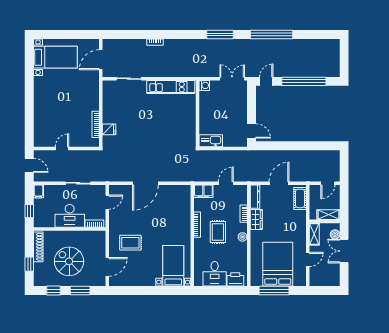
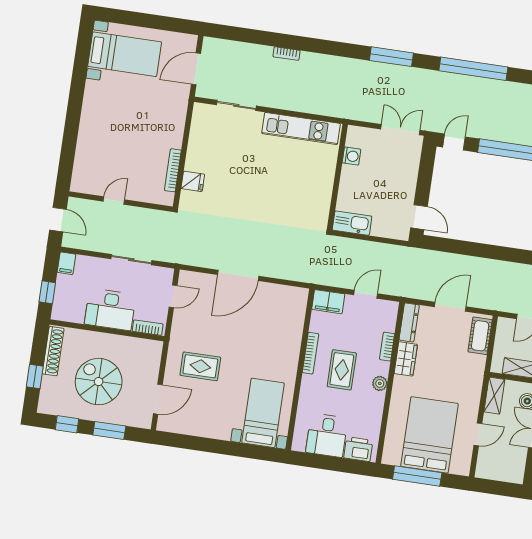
washing machine: (204, 85) -> (351, 156), moved

